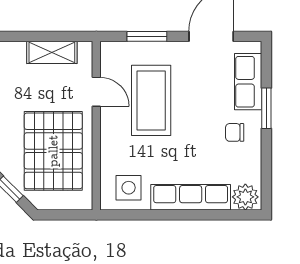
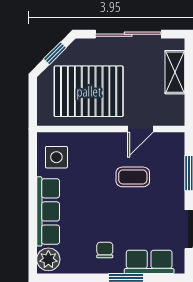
shelving: (52, 52) -> (175, 72), moved
coffee table: (151, 100) -> (133, 177), width x0.54, depth x0.58

